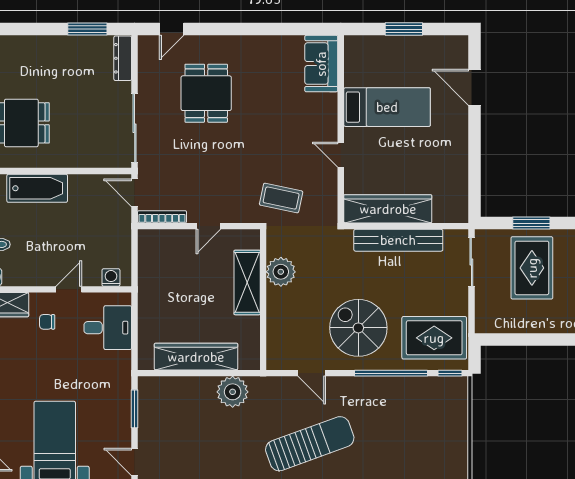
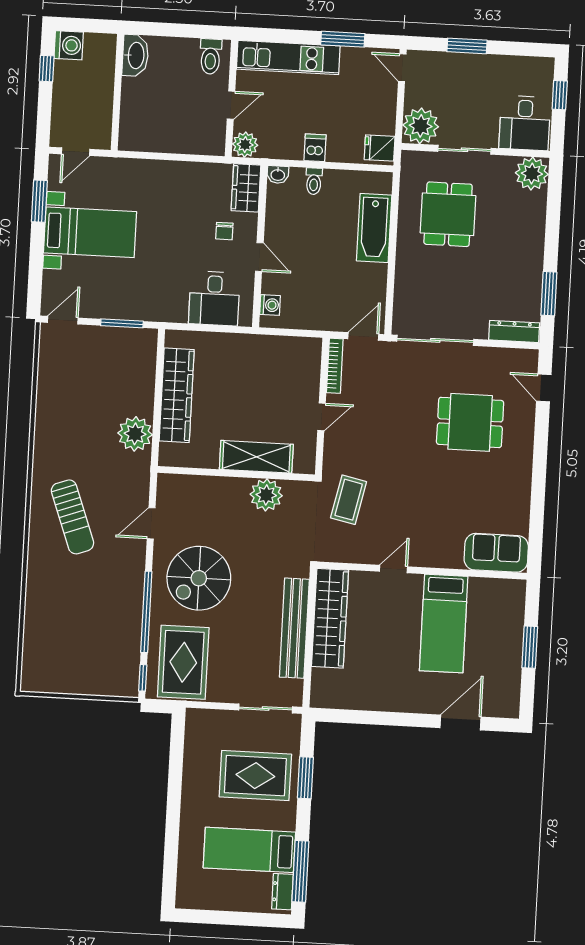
door: (208, 226) -> (322, 417), swing flipped
chair: (47, 322) -> (224, 231), turned 180
spiral stairs: (358, 328) -> (199, 578), turned 180
sun lounger: (310, 444) -> (72, 517), width x0.73, depth x0.75

